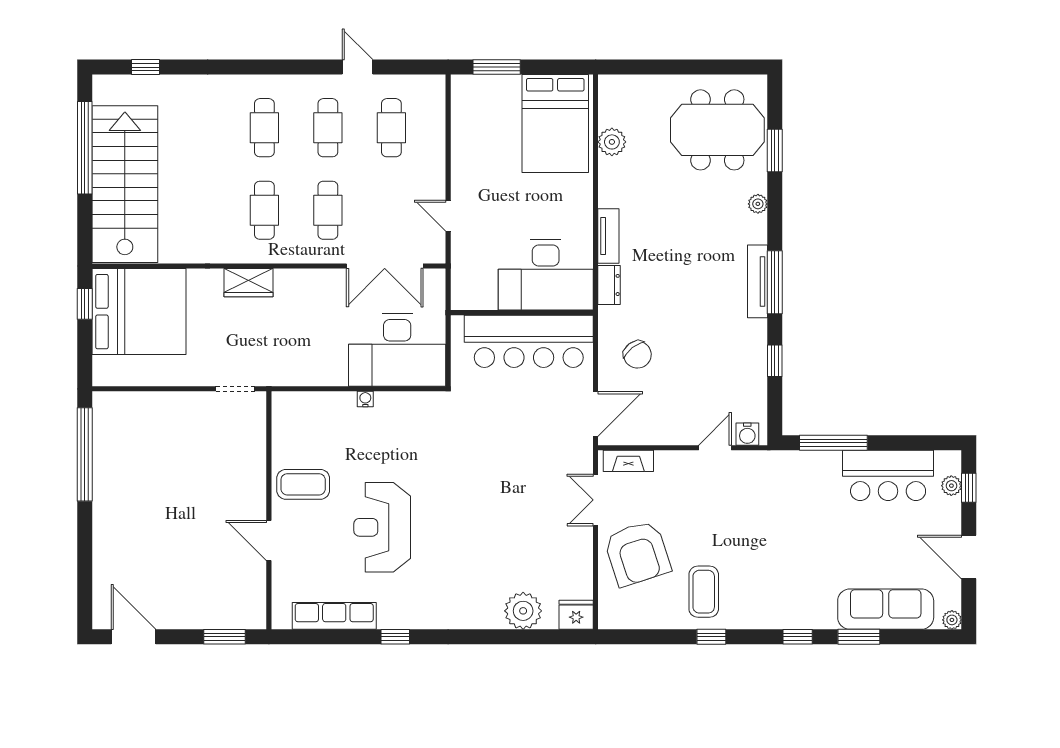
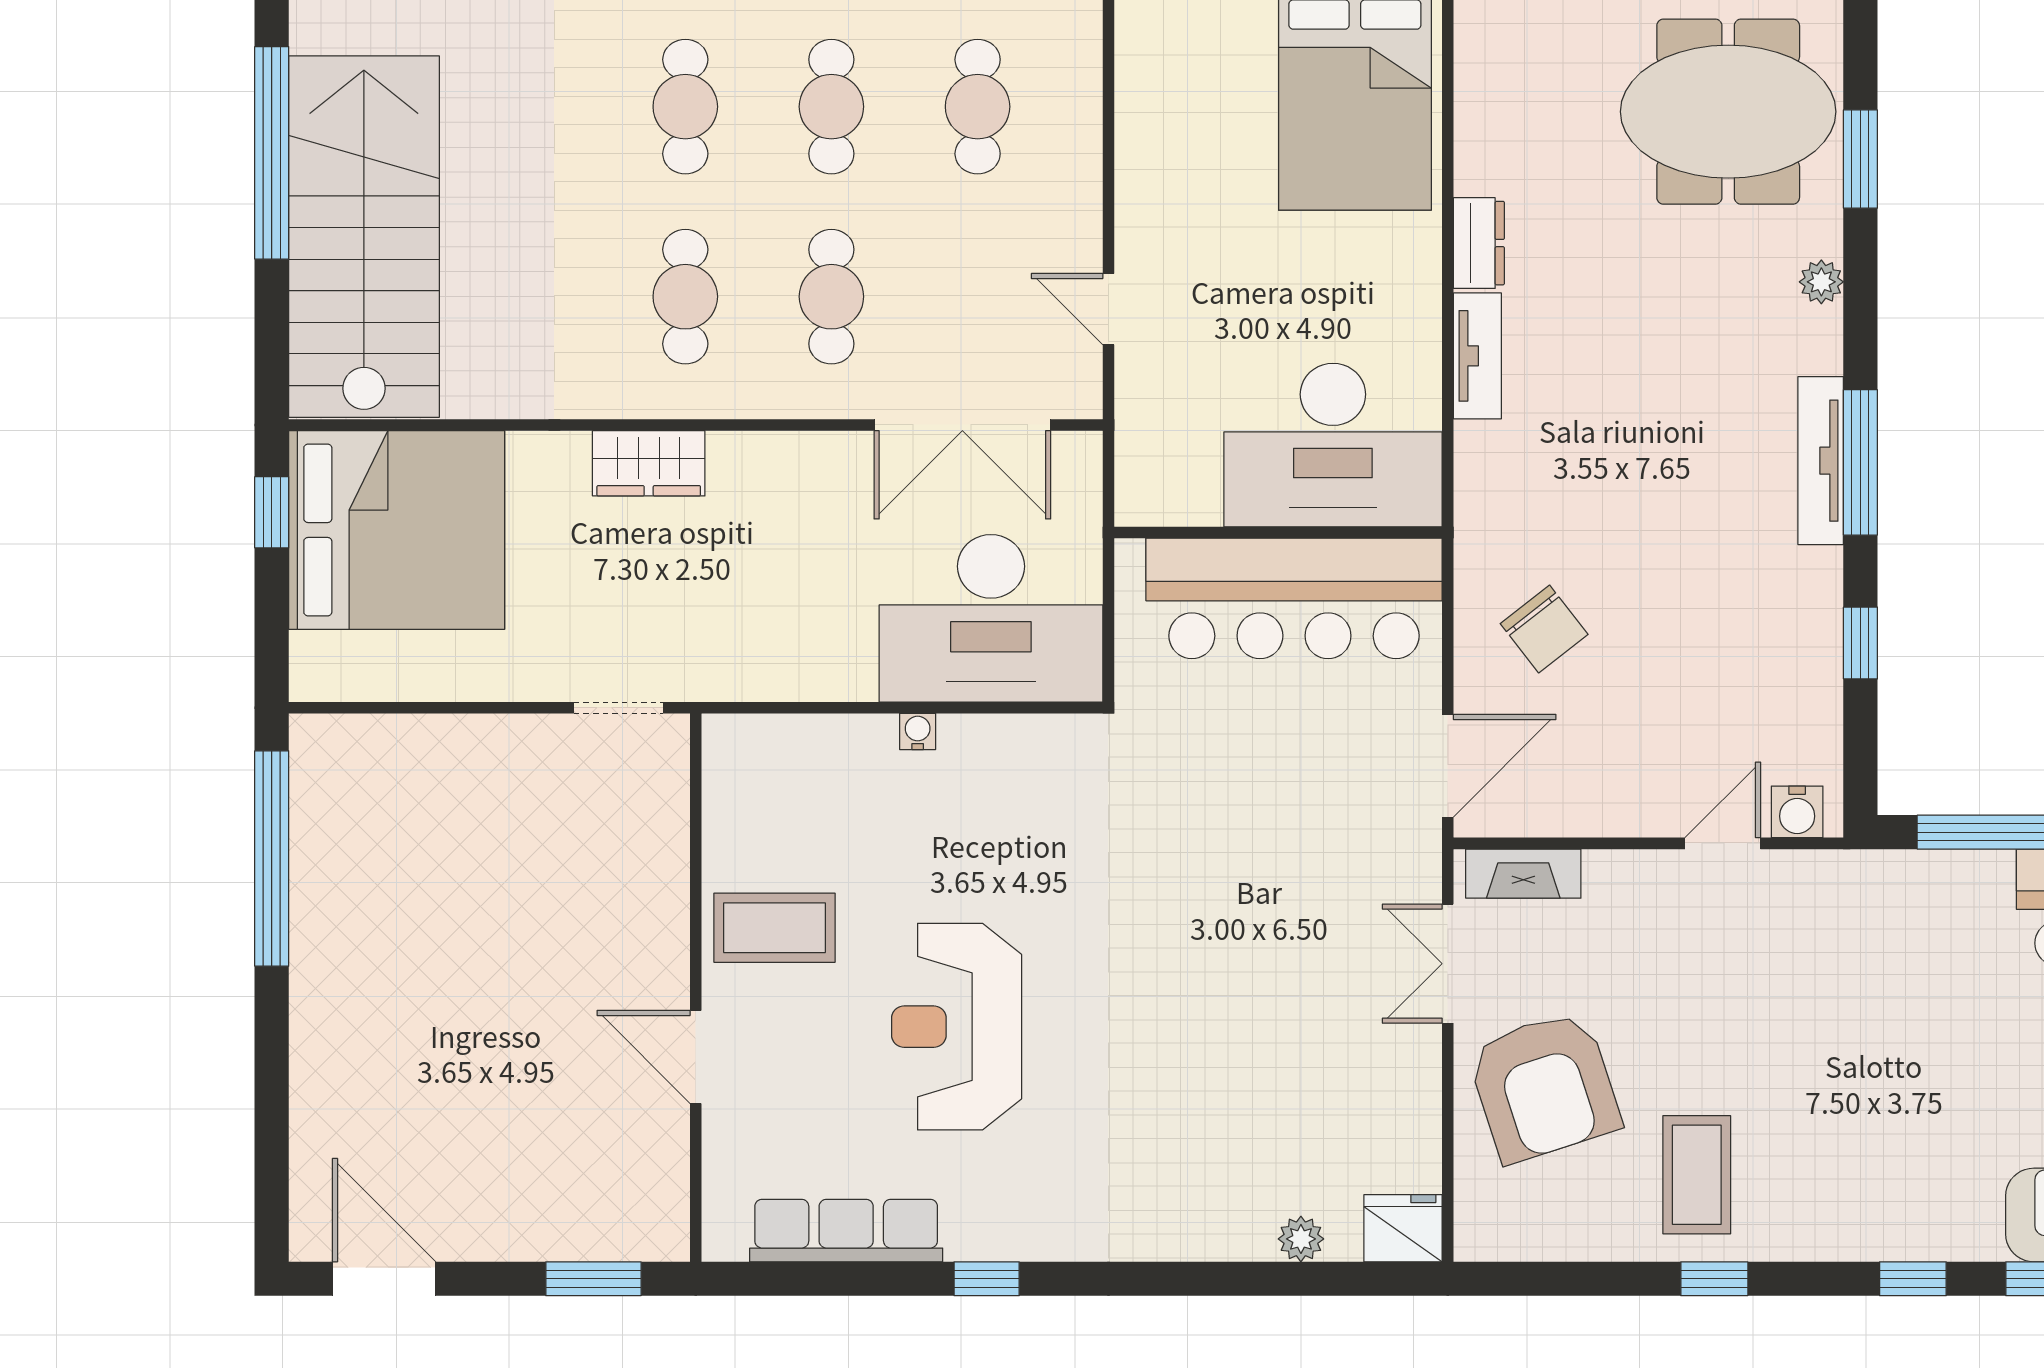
plant: (612, 142) -> (1485, 139), removed
dresser: (609, 285) -> (1479, 243), moved
plant: (523, 611) -> (1301, 1239), width x0.53, depth x0.53

